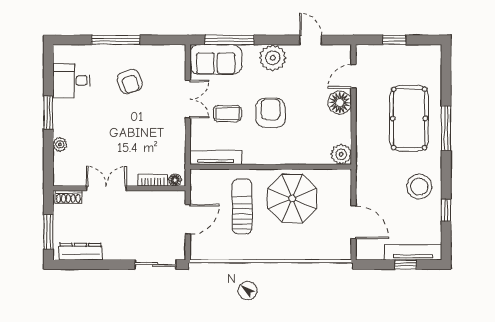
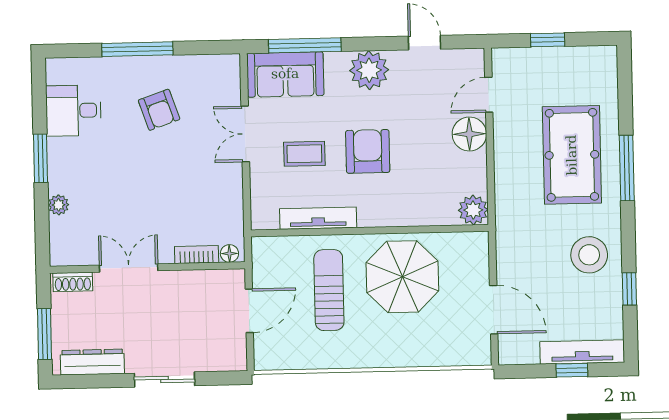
double door: (188, 99) -> (245, 134), swing flipped
tv unit: (216, 157) -> (318, 218), moved
sliding door: (155, 265) -> (164, 379), moved

